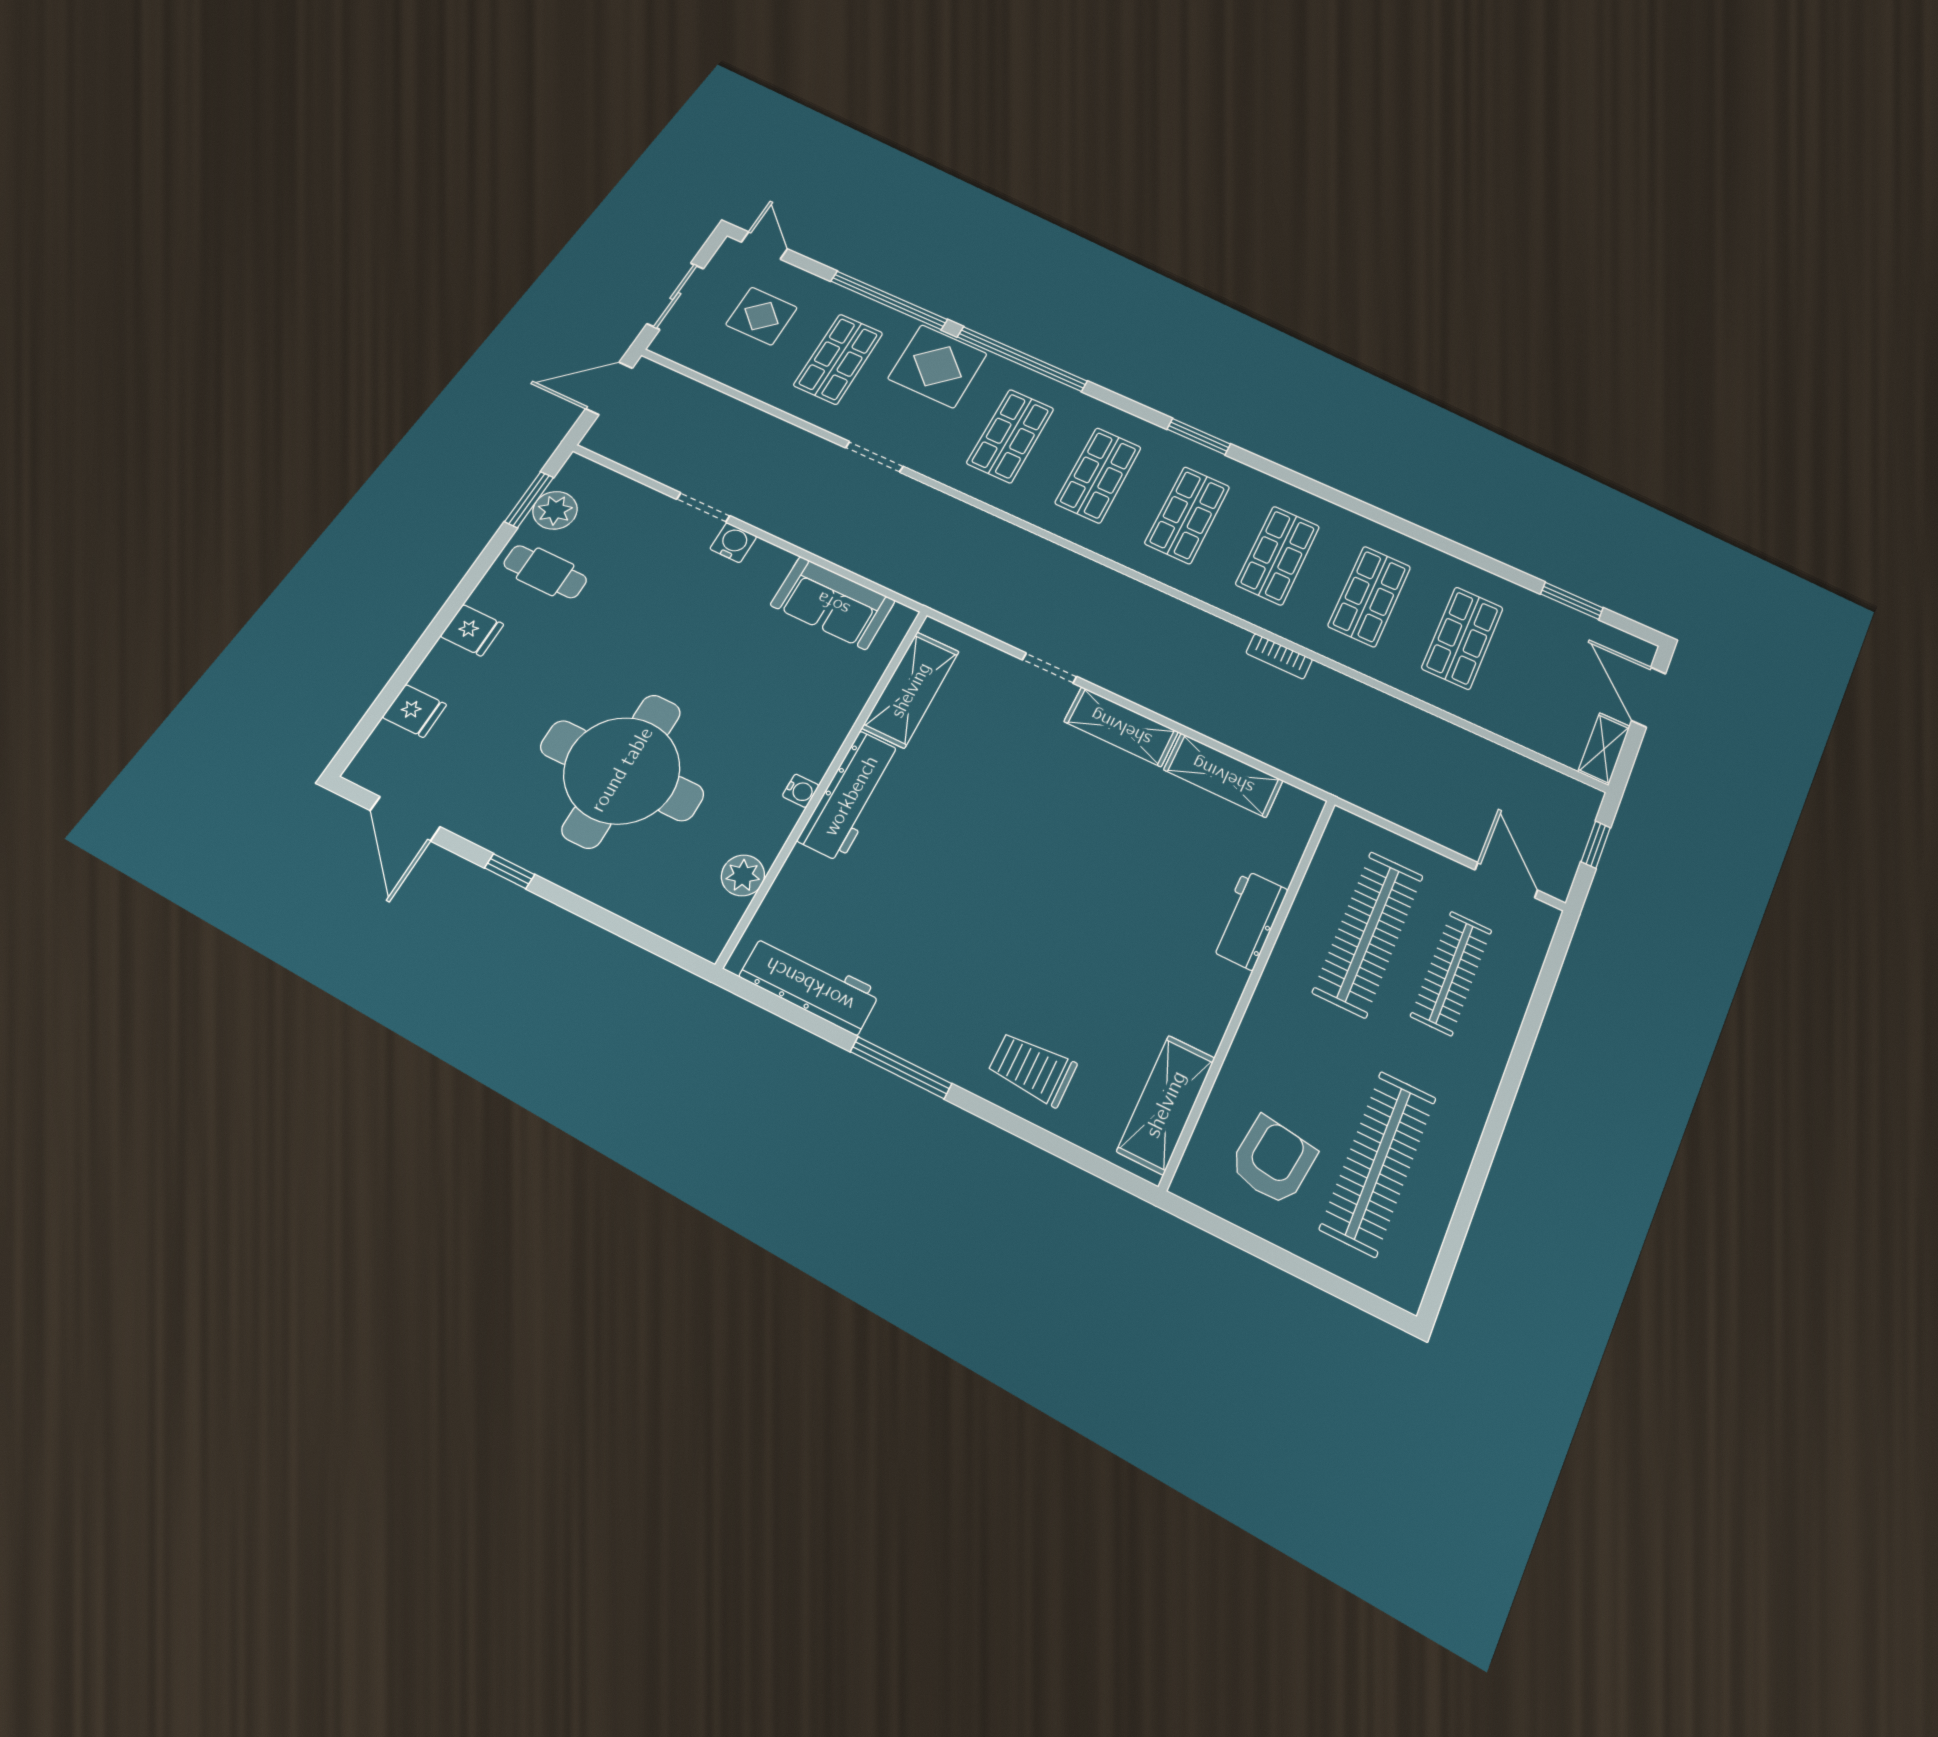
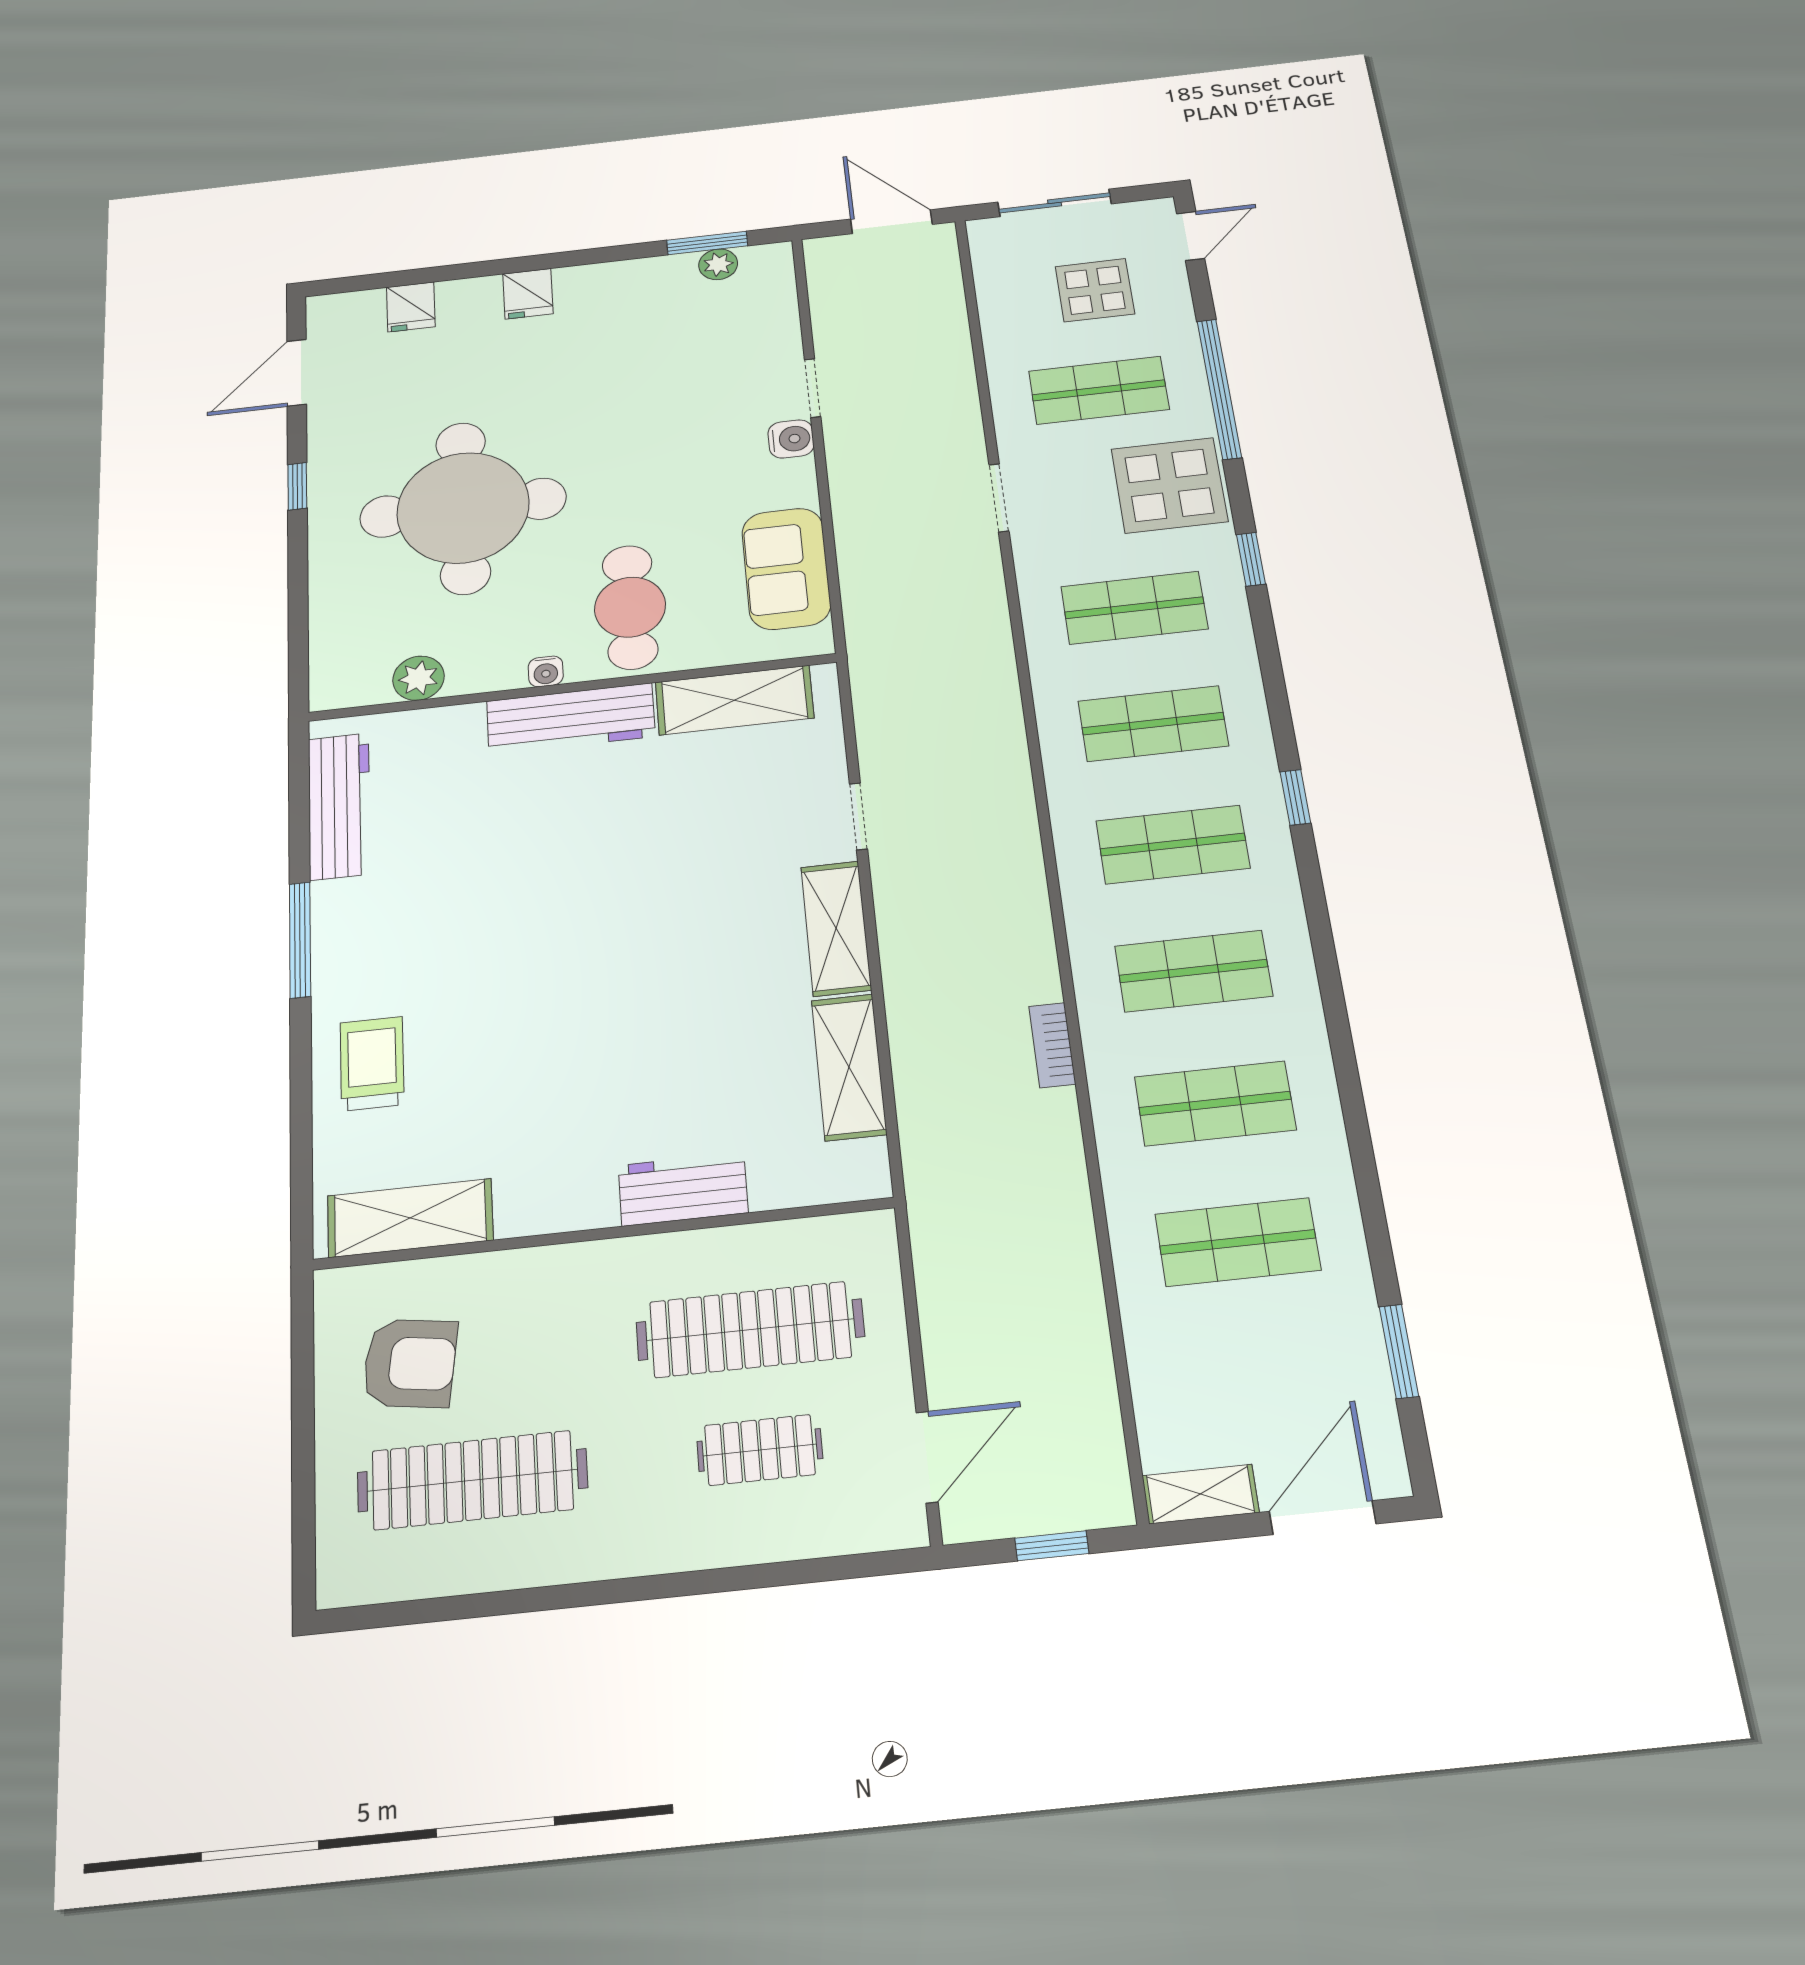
window: (1022, 359) -> (1251, 559), width x0.32
window: (1199, 437) -> (1295, 797), width x0.67
plant: (555, 510) -> (718, 264), width x0.73, depth x0.73
cafe table: (545, 572) -> (630, 607), moved, width x1.37, depth x1.35
clothes rail: (1451, 973) -> (760, 1450), width x0.73

